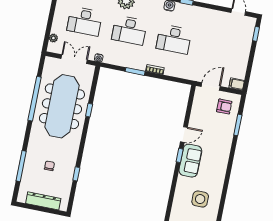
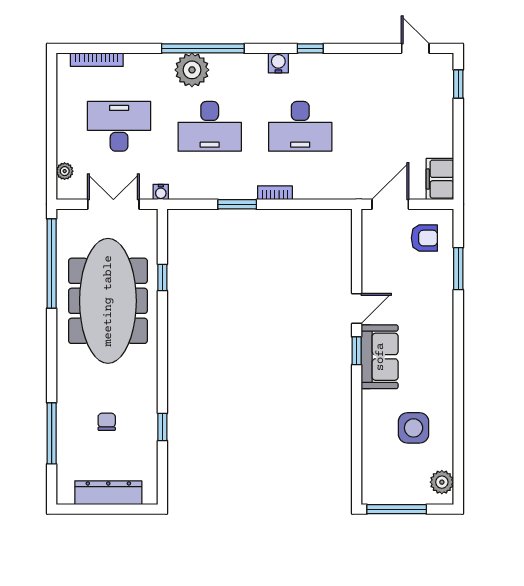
desk: (85, 21) -> (119, 126), turned 180
filing cabinet: (237, 84) -> (440, 179), width x2.00
window: (35, 99) -> (52, 263), moved
window: (89, 110) -> (162, 278), moved

